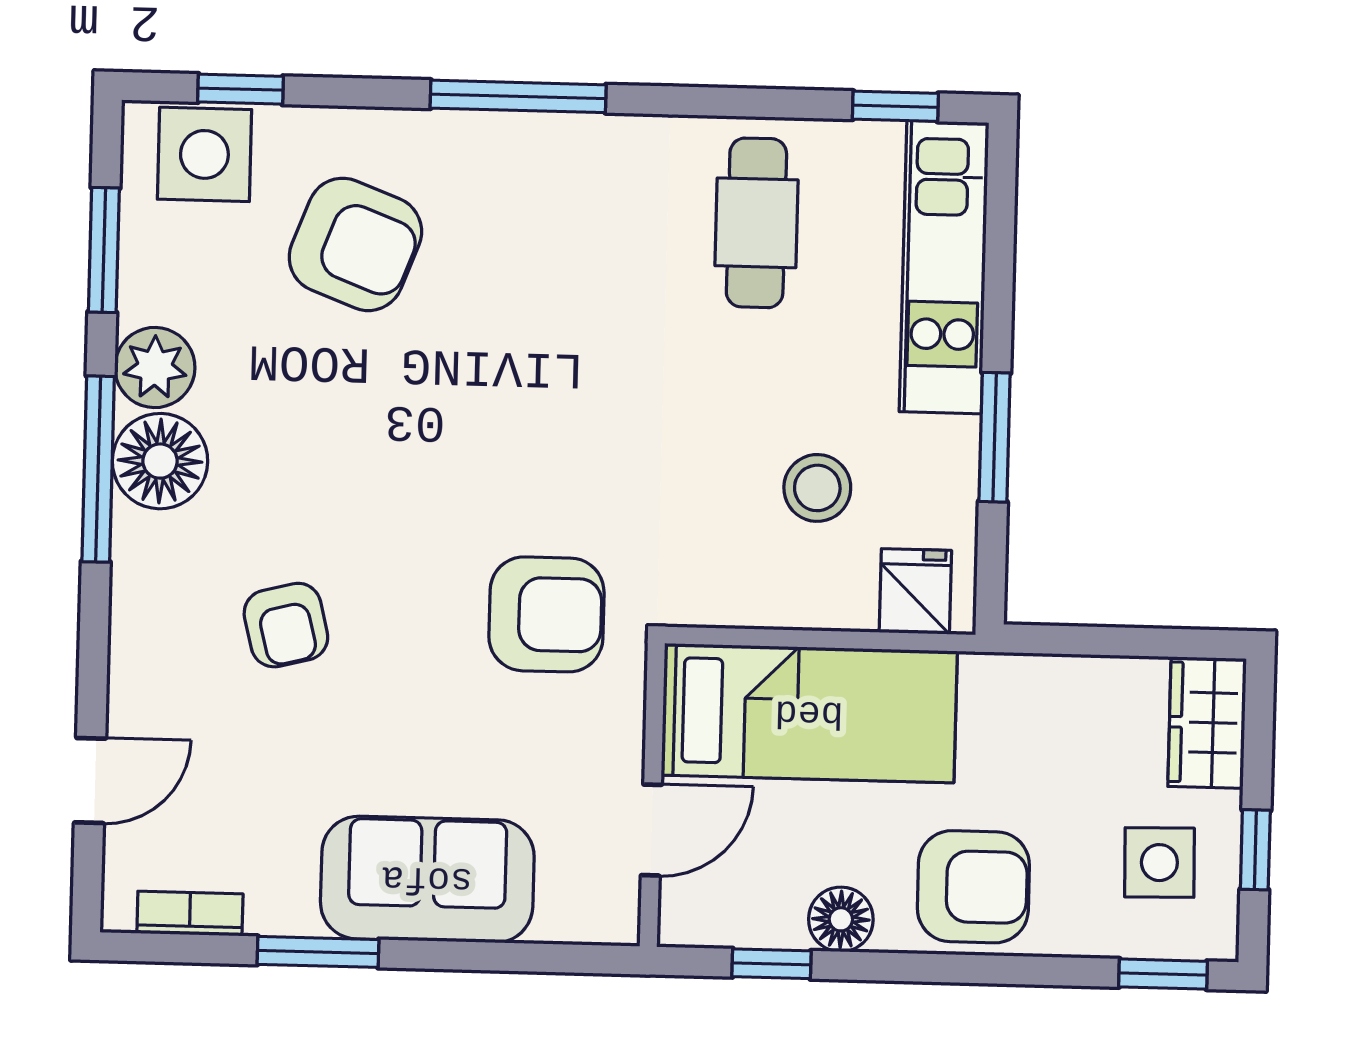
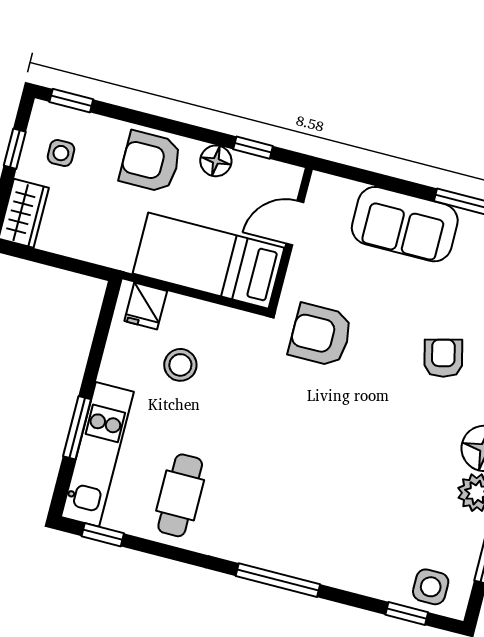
side table: (204, 154) -> (431, 587), width x0.73, depth x0.73
armchair: (355, 244) -> (370, 528), removed
window: (995, 437) -> (77, 428), moved
side table: (1159, 863) -> (61, 153), width x0.73, depth x0.73

